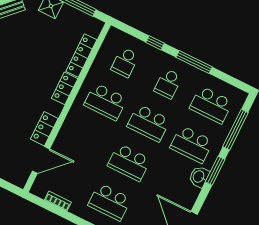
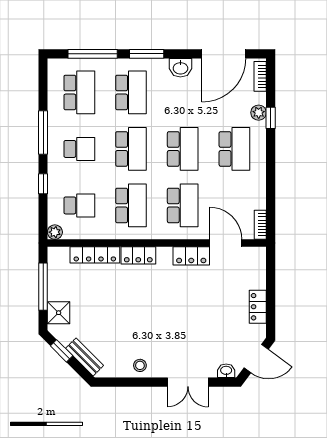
plant: (114, 34) -> (55, 232), added
school desk: (86, 141) -> (183, 205), added
washbasin: (199, 177) -> (180, 68), moved
bookcase: (58, 201) -> (260, 225), moved

